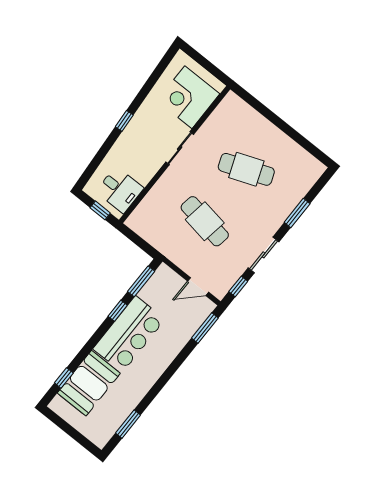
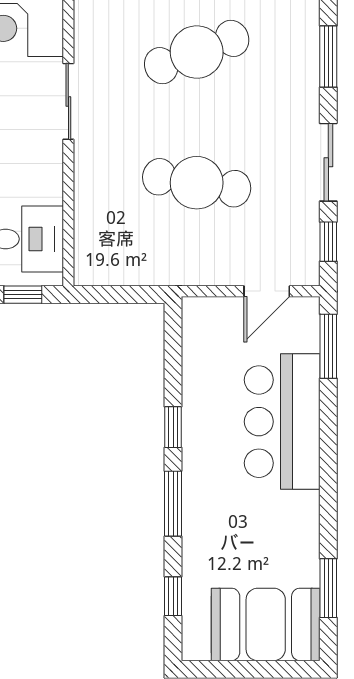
window: (141, 281) -> (173, 504), moved
bar counter: (129, 334) -> (282, 422), moved, turned 180
booth: (89, 383) -> (266, 624), moved, turned 90

